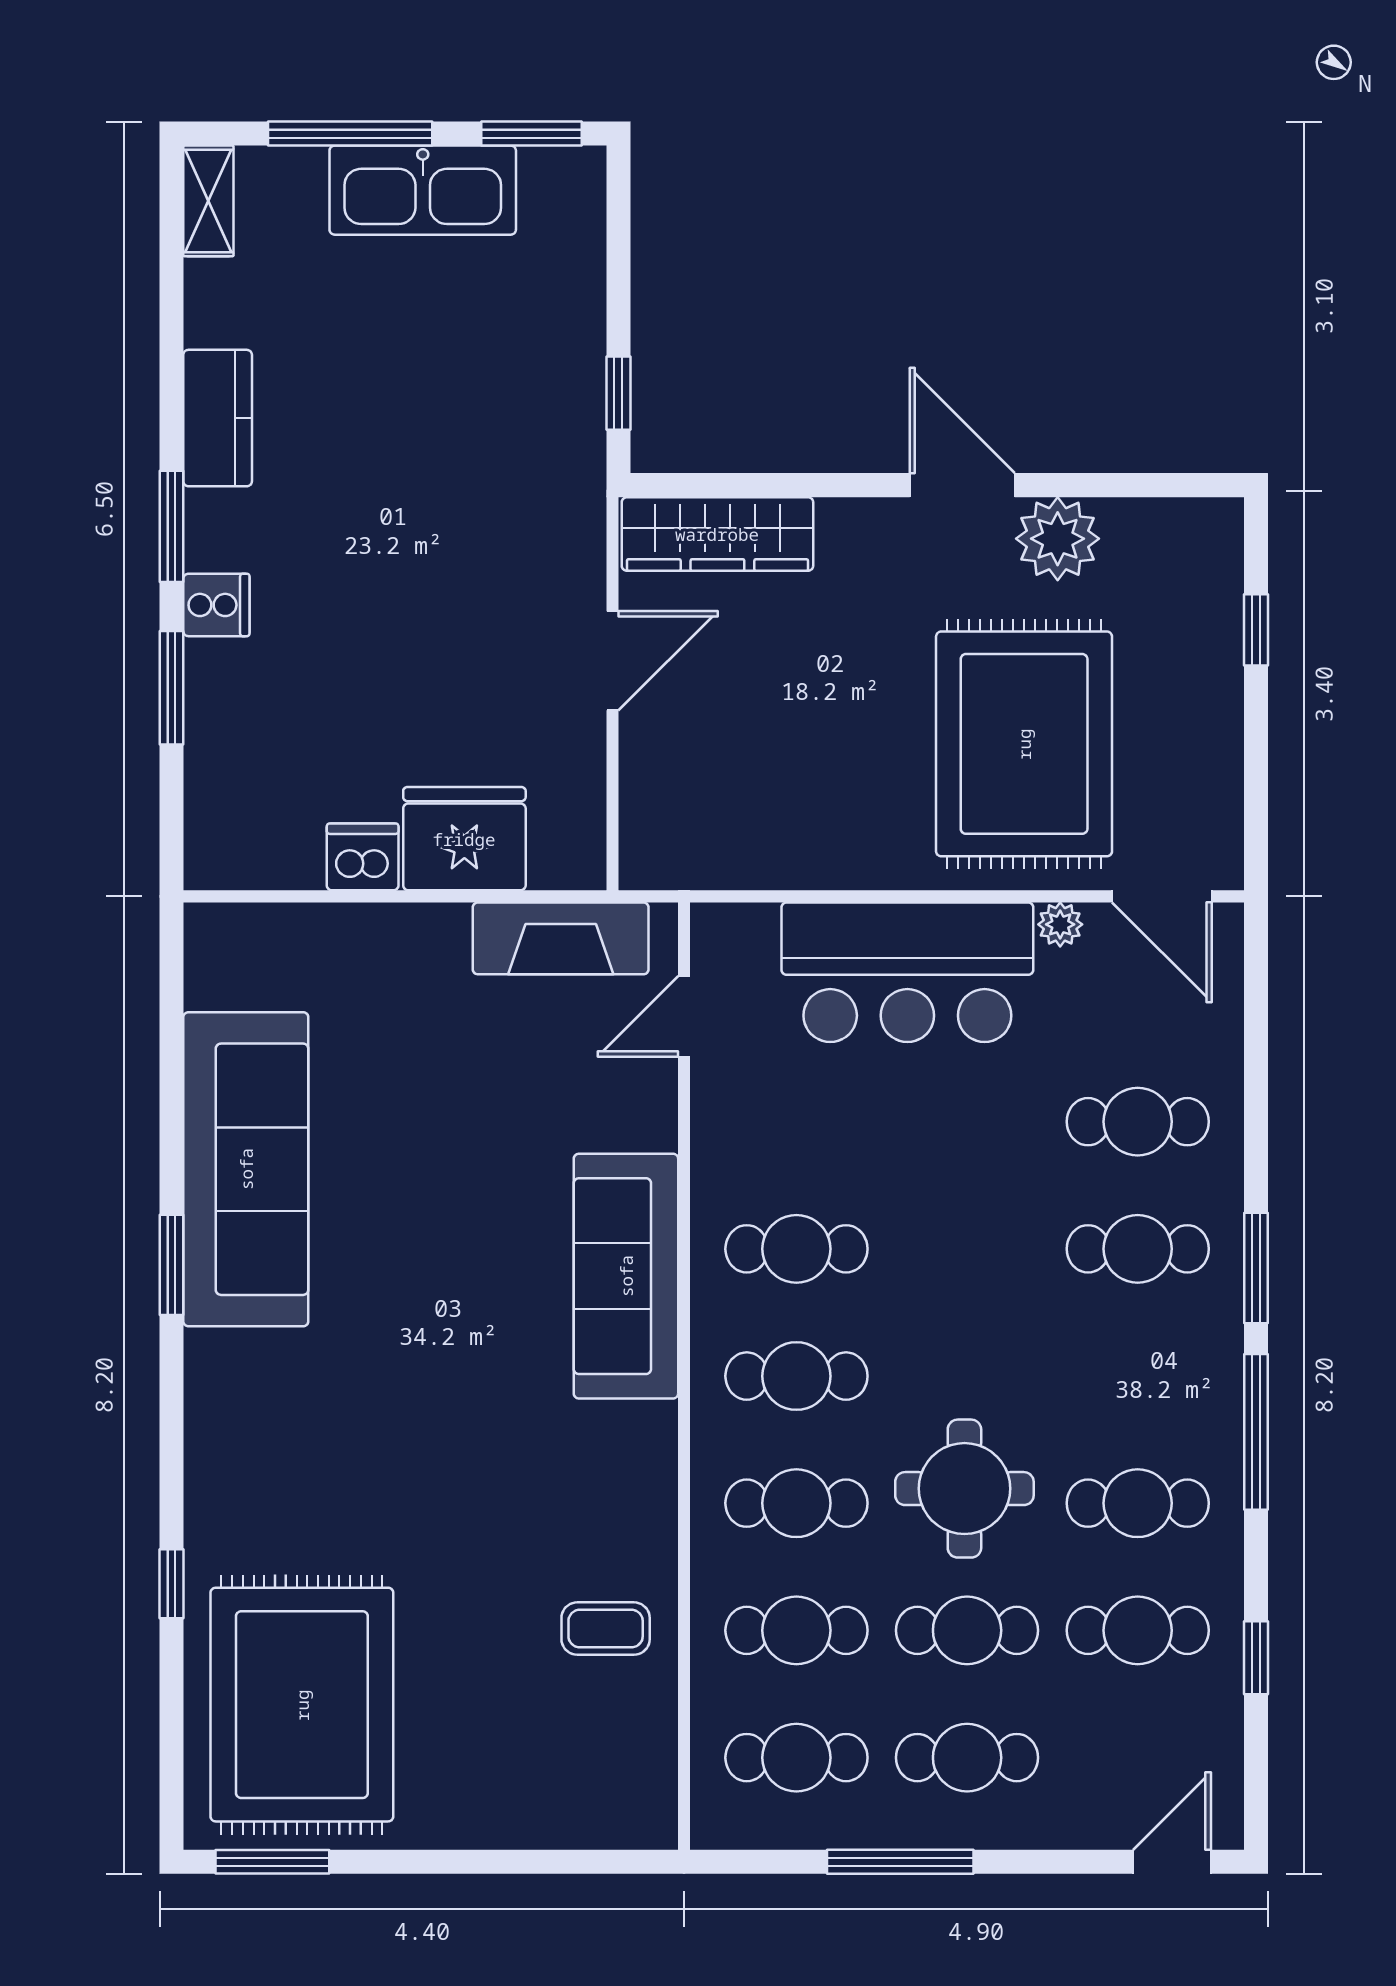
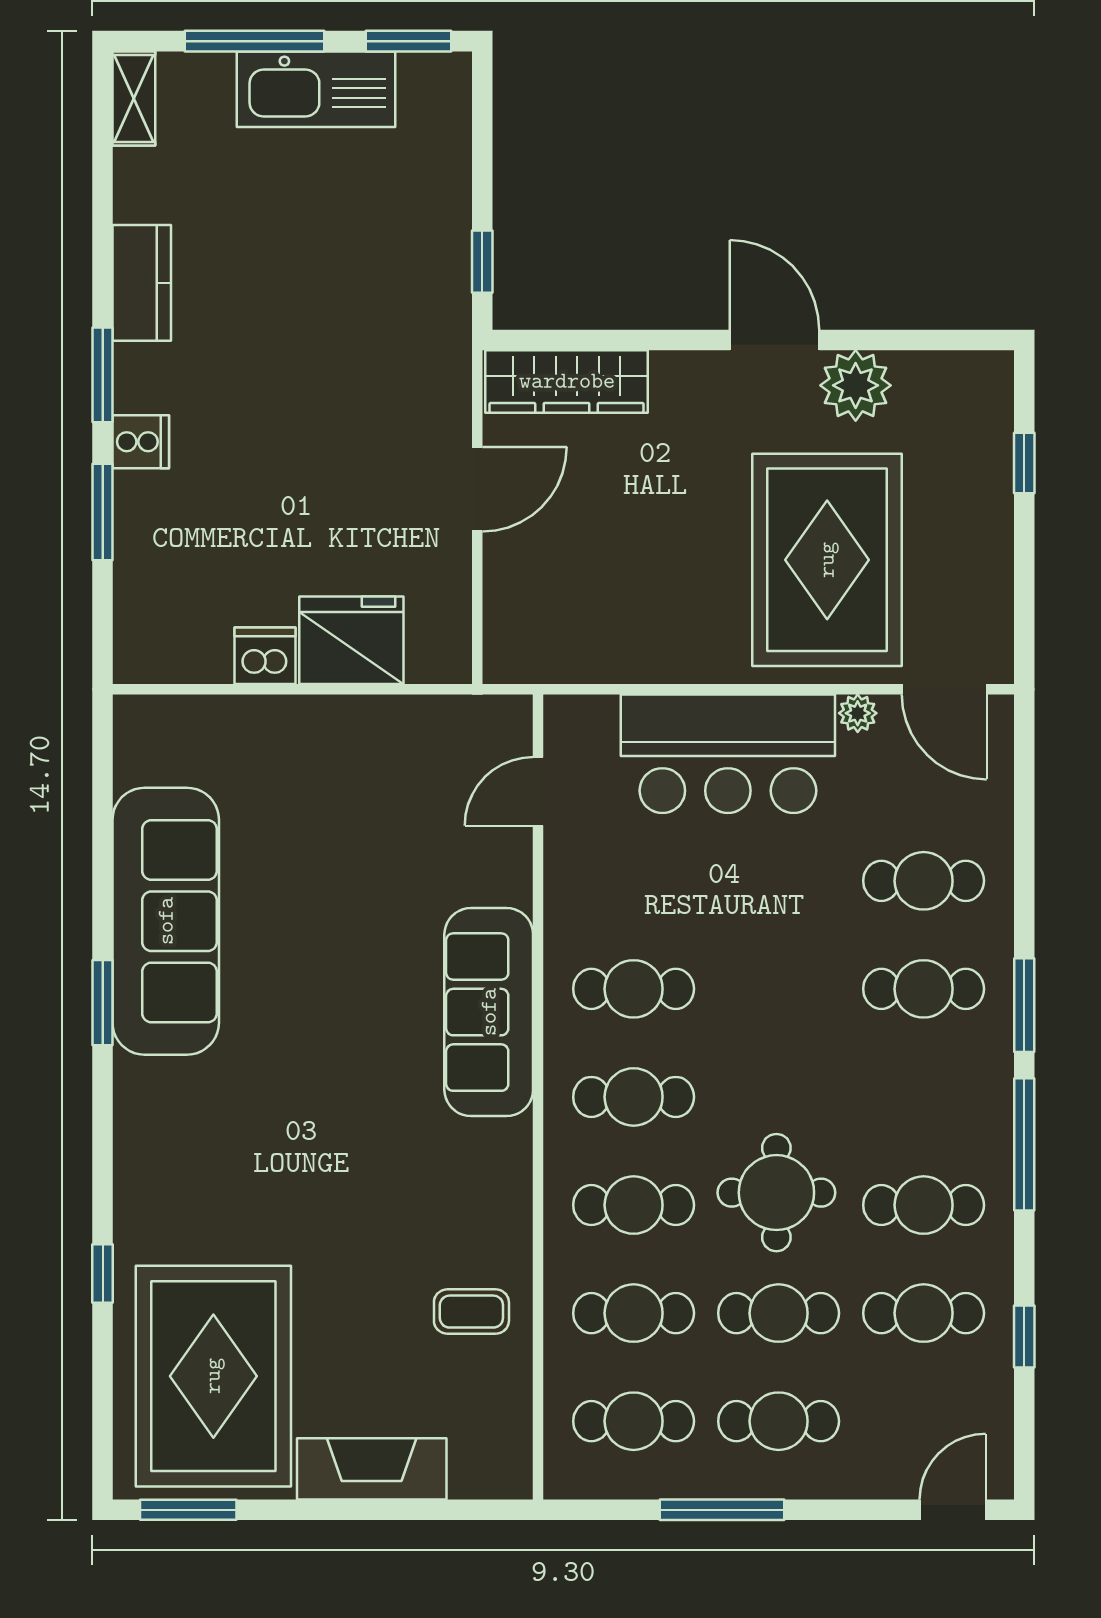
fireplace: (561, 938) -> (372, 1469), moved, turned 180

